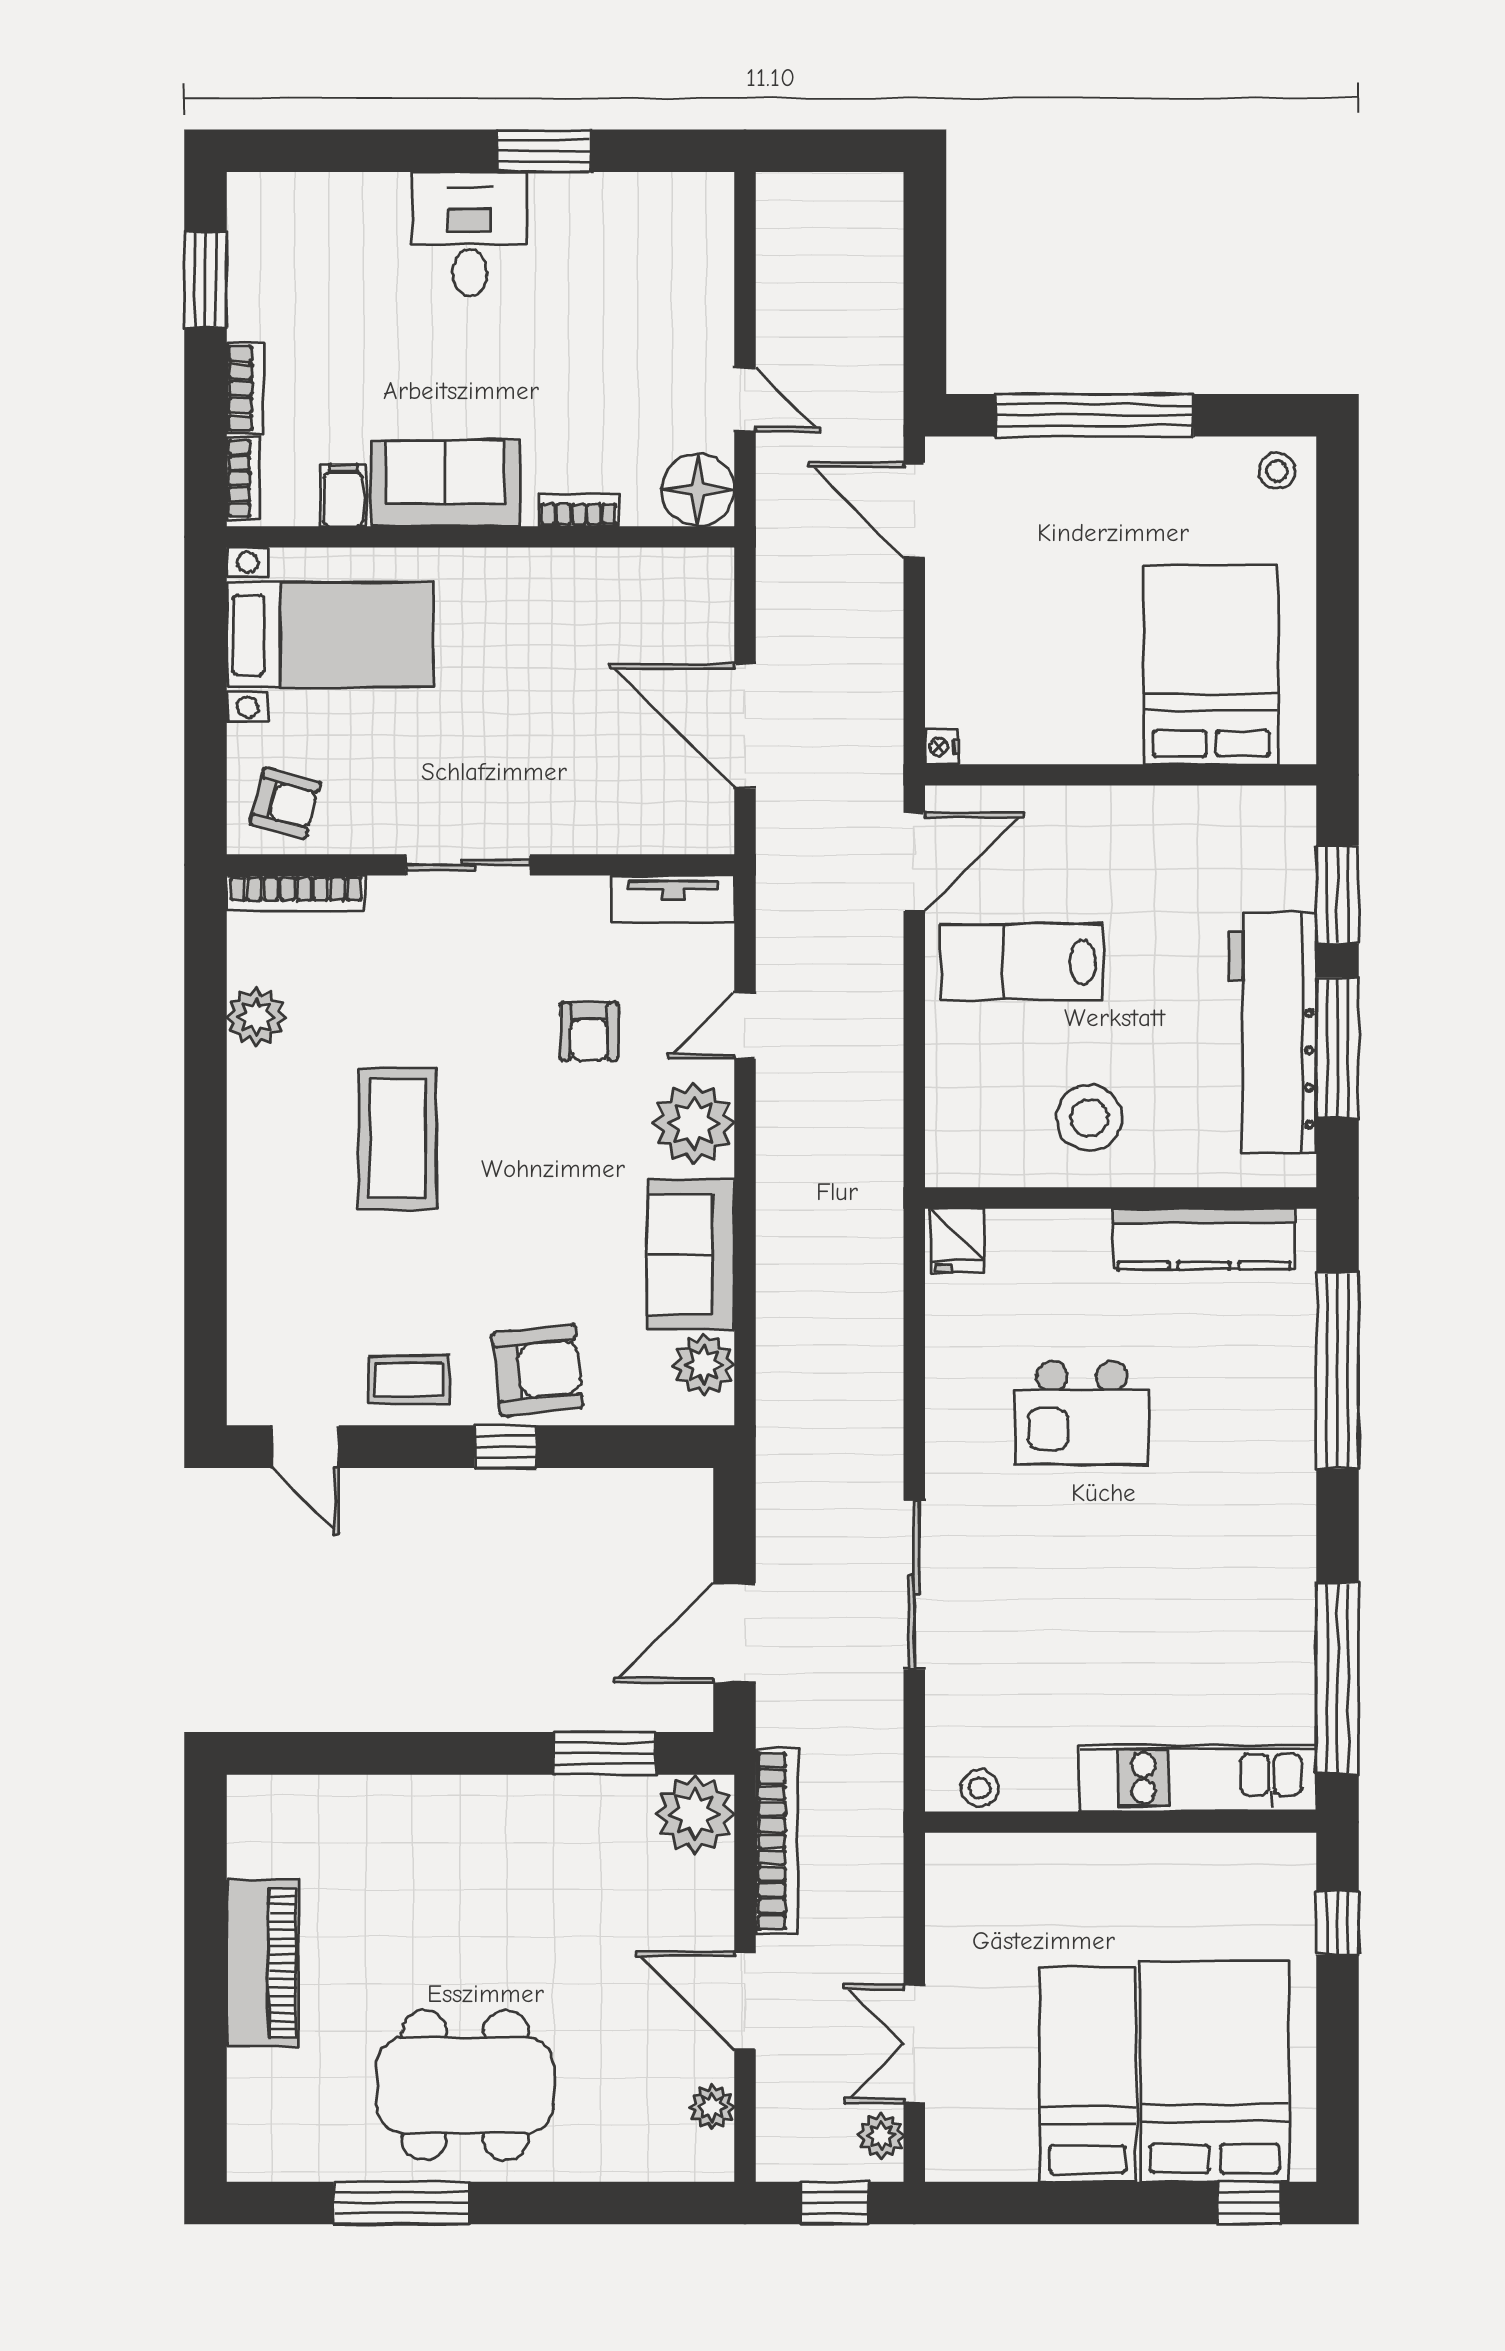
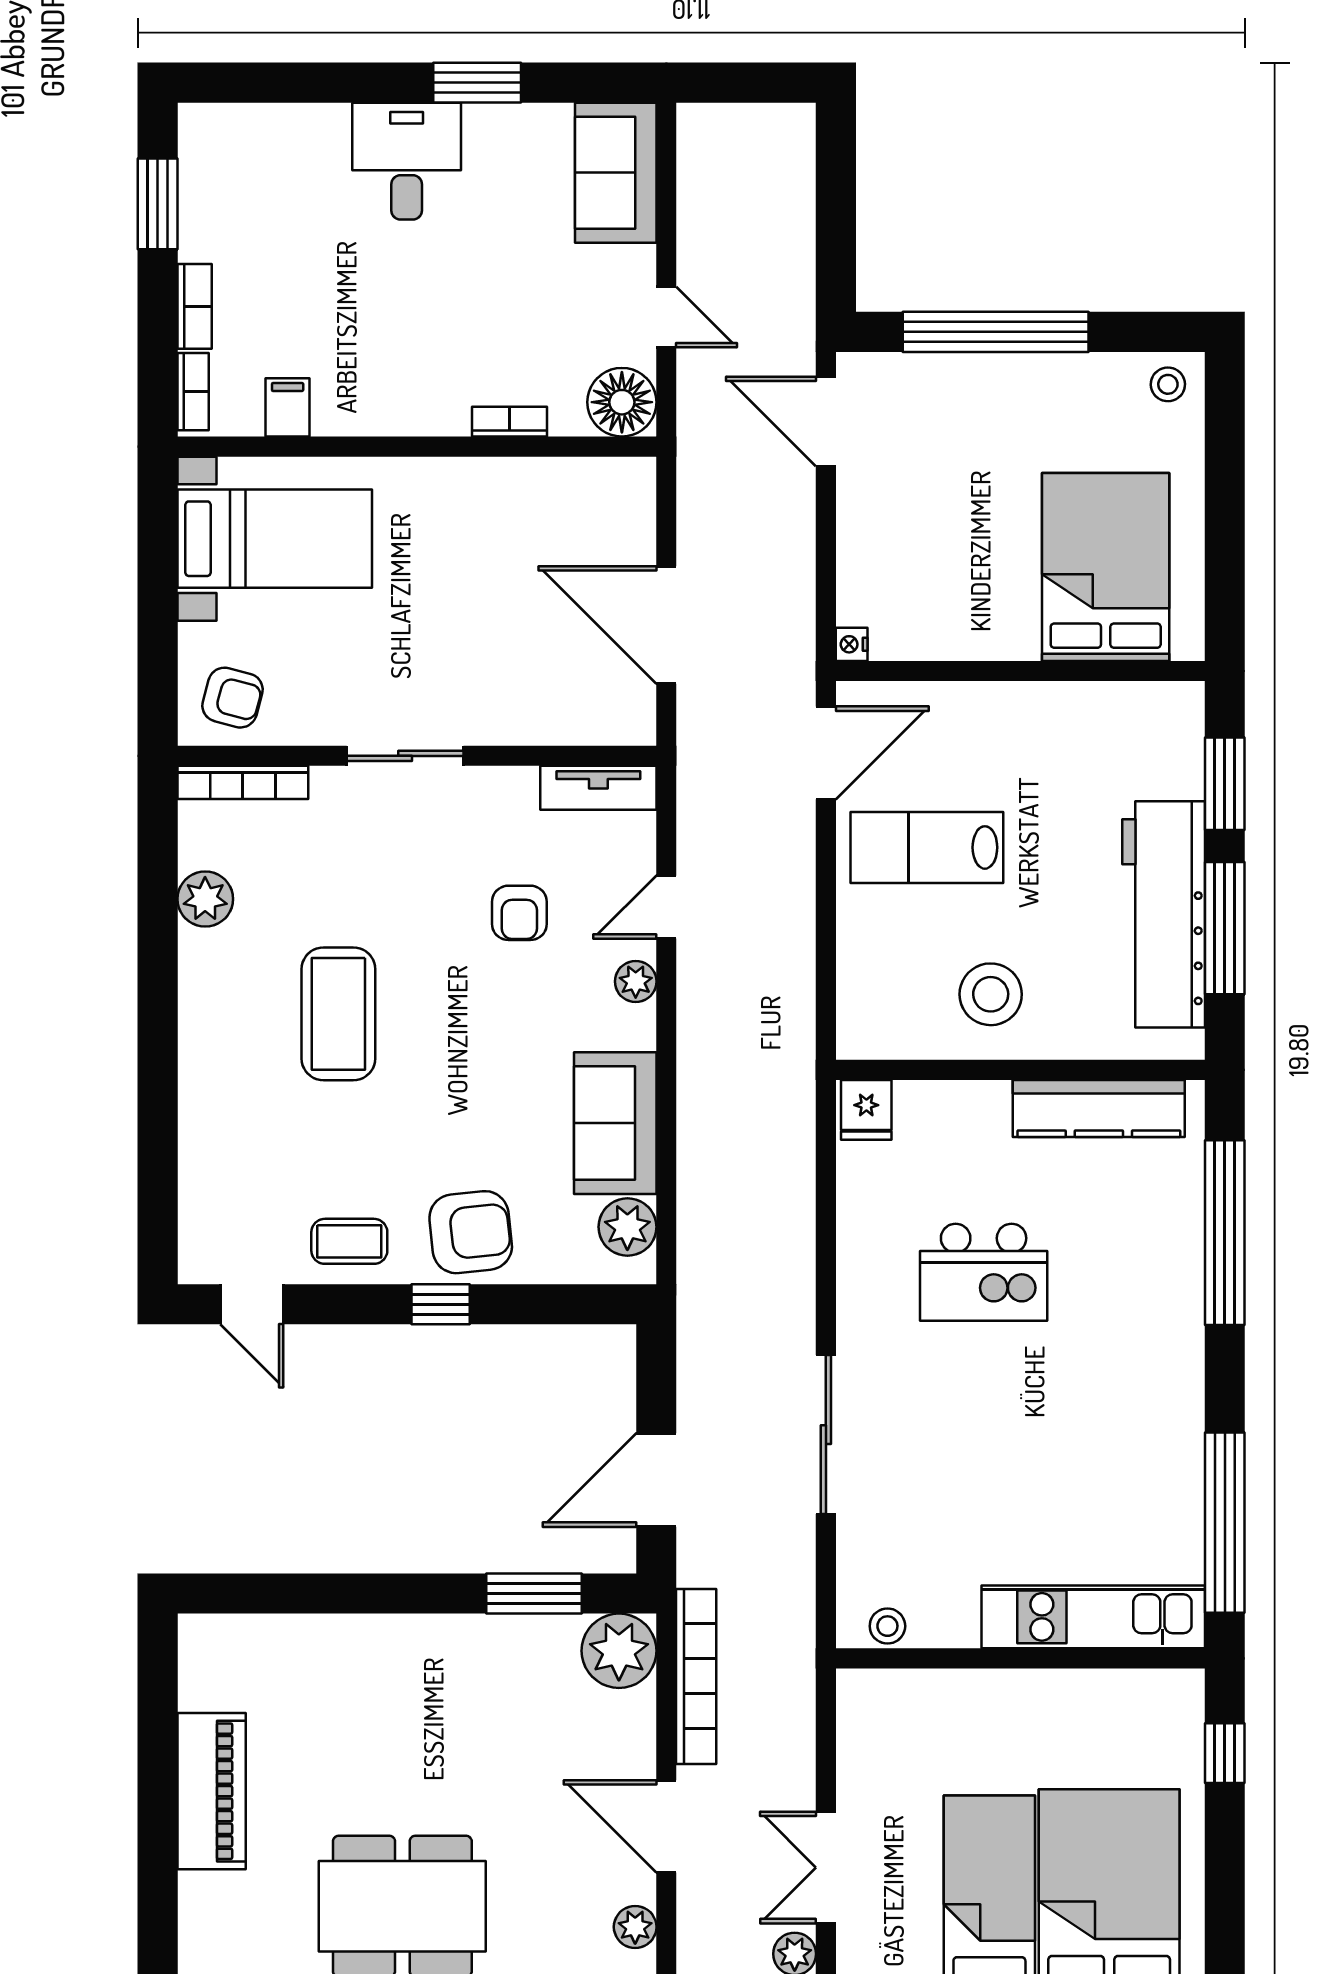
sofa: (445, 483) -> (616, 173), moved, turned -90
plant: (693, 1123) -> (636, 981), width x0.53, depth x0.53

